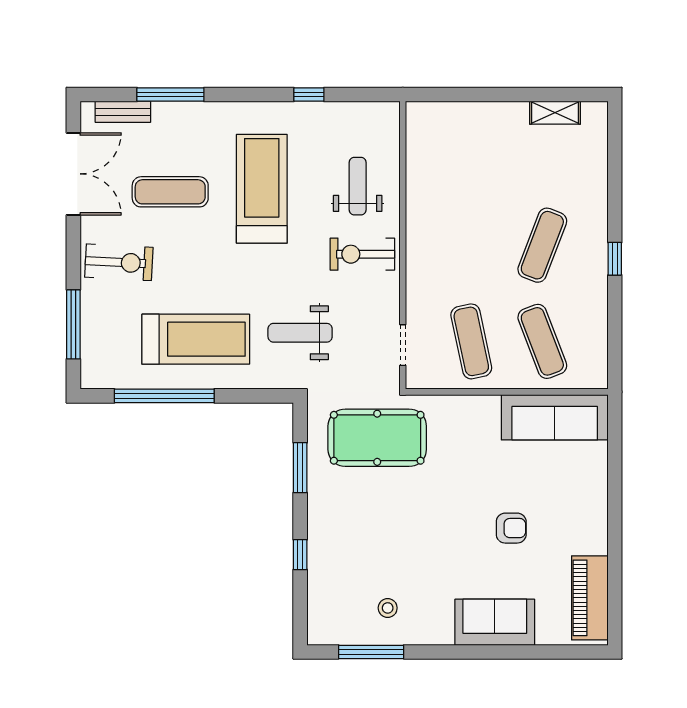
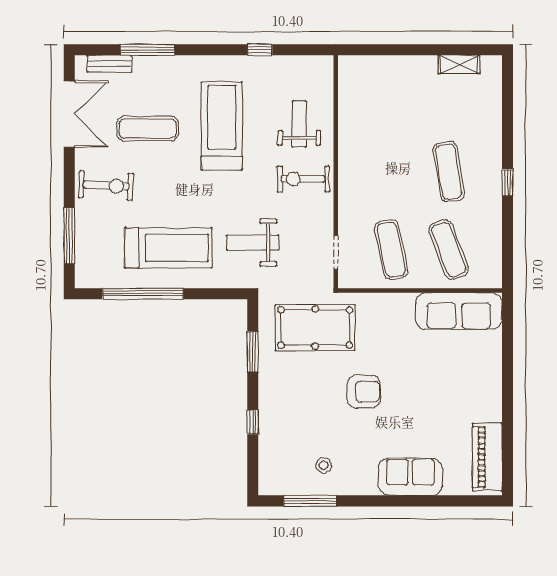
exercise mat: (542, 245) -> (449, 172), turned -30
armchair: (511, 528) -> (364, 392), moved, width x1.38, depth x1.38

